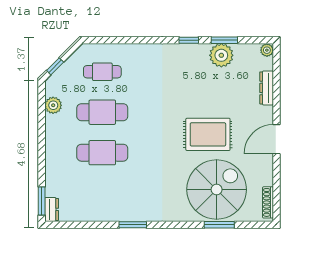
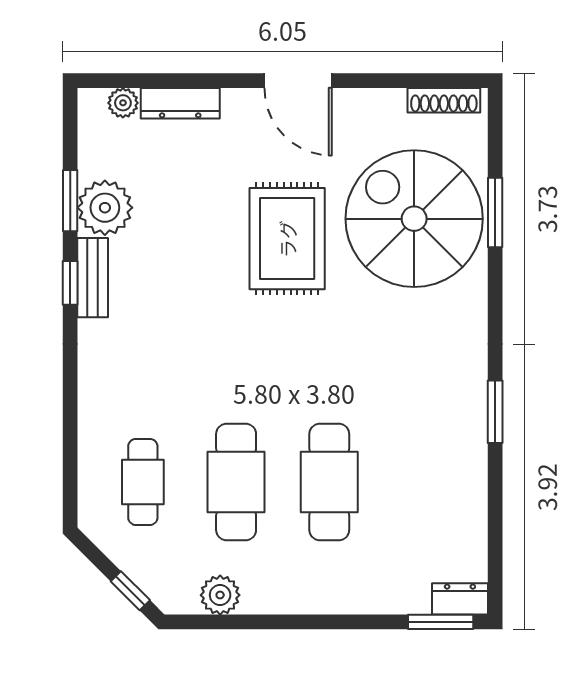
bench: (191, 50) -> (93, 278), added
plant: (267, 50) -> (123, 103), moved

